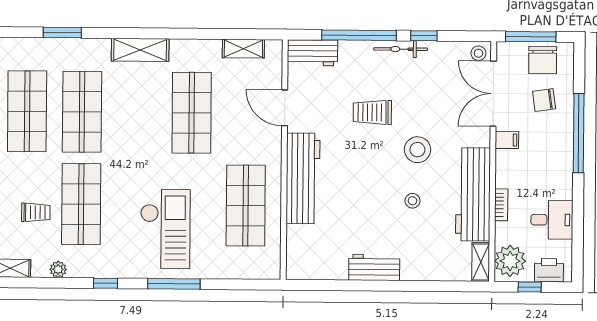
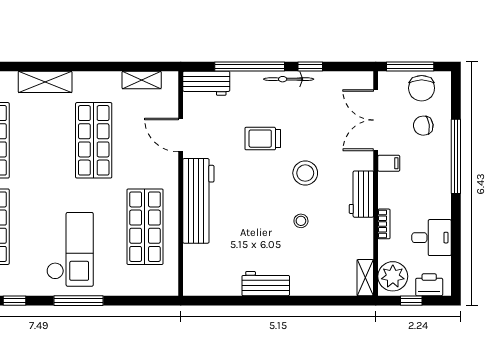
stool: (478, 53) -> (361, 82), removed
workbench: (473, 194) -> (361, 194), width x0.53, depth x0.76

